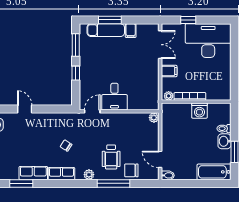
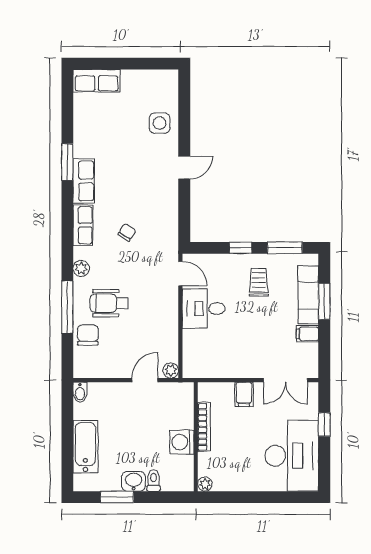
trolley: (98, 62) -> (259, 282), added
plant: (169, 96) -> (205, 484), moved
door: (160, 159) -> (145, 380), moved
bathtub: (214, 172) -> (85, 447), moved

